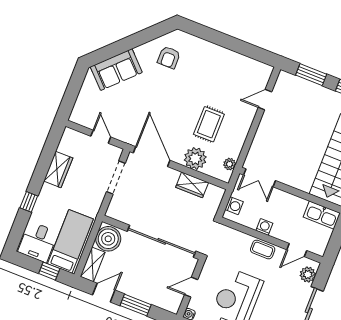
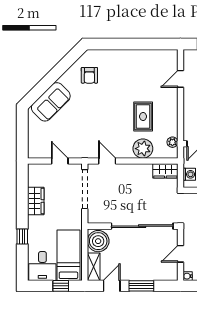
door: (152, 157) -> (107, 161), width x0.53
doorway: (116, 177) -> (85, 189), width x1.36
wardrobe: (192, 185) -> (165, 171), moved

